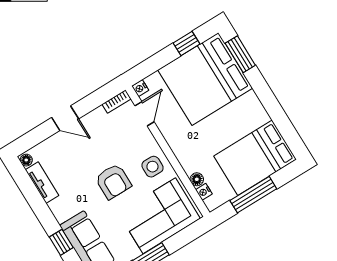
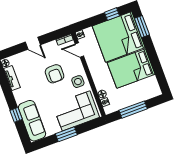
door: (144, 114) -> (79, 50), swing flipped
bed: (255, 158) -> (131, 68), moved
armchair: (113, 181) -> (55, 74), moved

